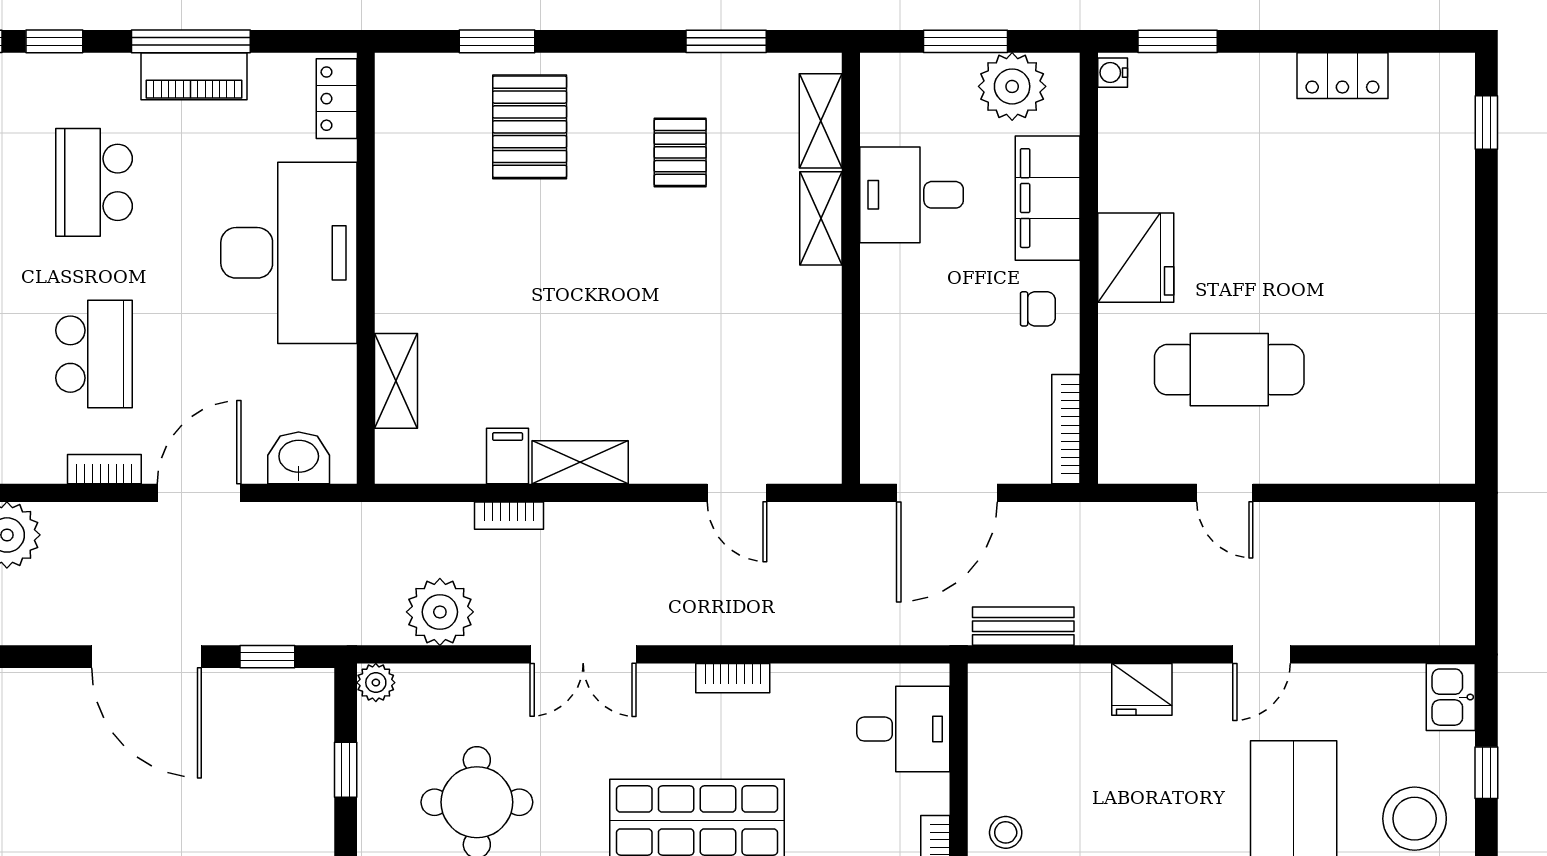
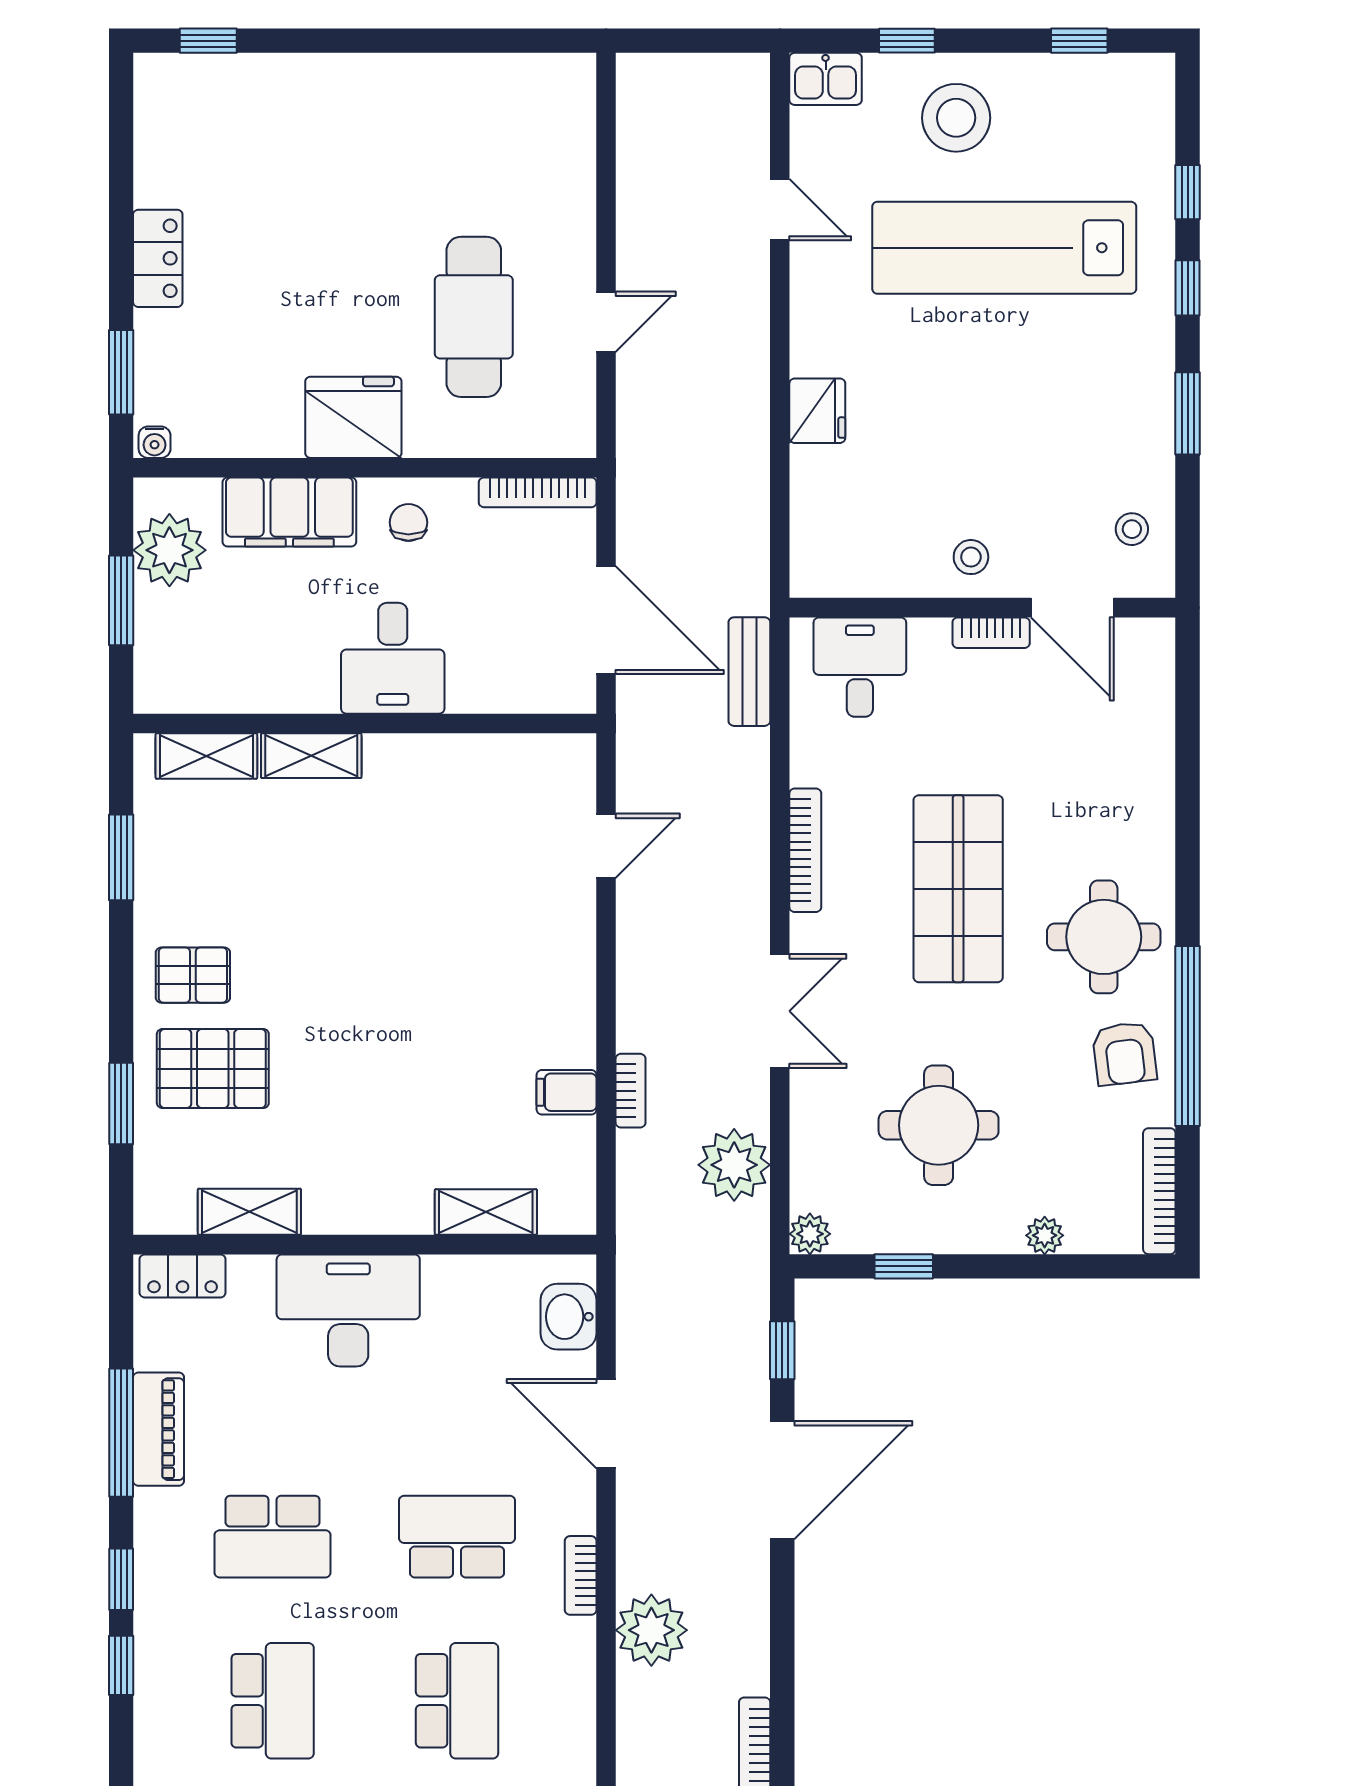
locker: (1342, 76) -> (158, 258), moved
pallet: (680, 152) -> (193, 975), moved
desk: (912, 195) -> (393, 658), moved
desk: (289, 253) -> (348, 1310), width x0.73, depth x0.77
shelving: (580, 462) -> (249, 1212), moved, turned 90
bookcase: (104, 469) -> (581, 1575), moved
bench: (1023, 626) -> (749, 672), moved
door: (1261, 654) -> (780, 210), moved
bookcase: (733, 678) -> (805, 850), width x1.56

